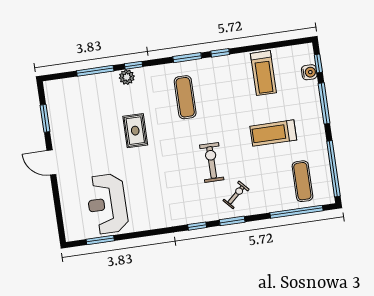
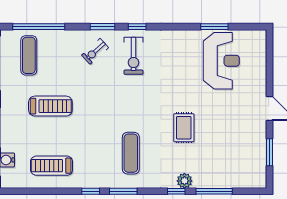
treadmill: (263, 73) -> (52, 166), turned -90
exercise bike: (212, 162) -> (133, 56), moved
window: (100, 240) -> (214, 27), moved

